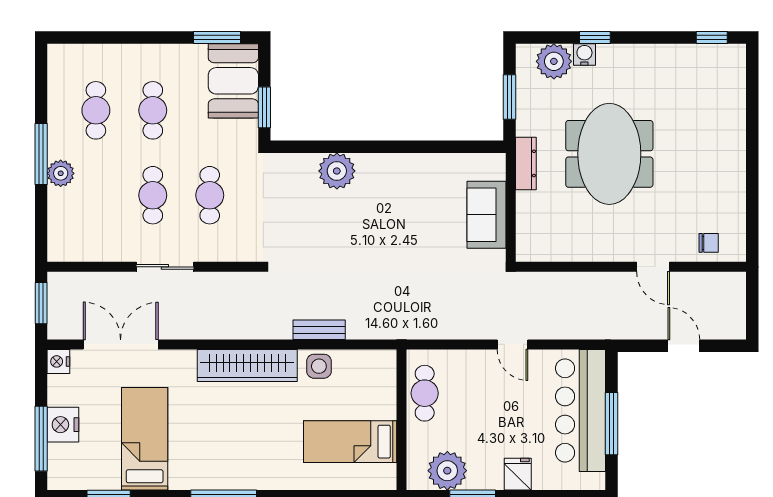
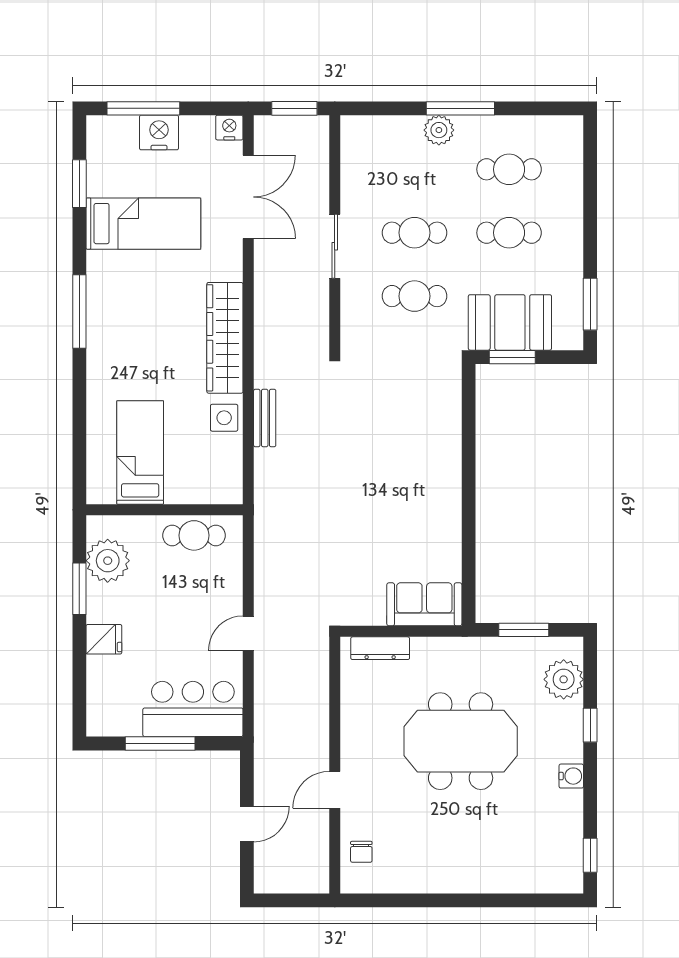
water cooler: (584, 54) -> (571, 776), moved
booth: (233, 81) -> (510, 322), moved
dresser: (526, 163) -> (380, 648), moved
plant: (337, 171) -> (441, 438), removed
sofa: (486, 215) -> (424, 604), moved
bar counter: (580, 410) -> (193, 709), width x0.73

